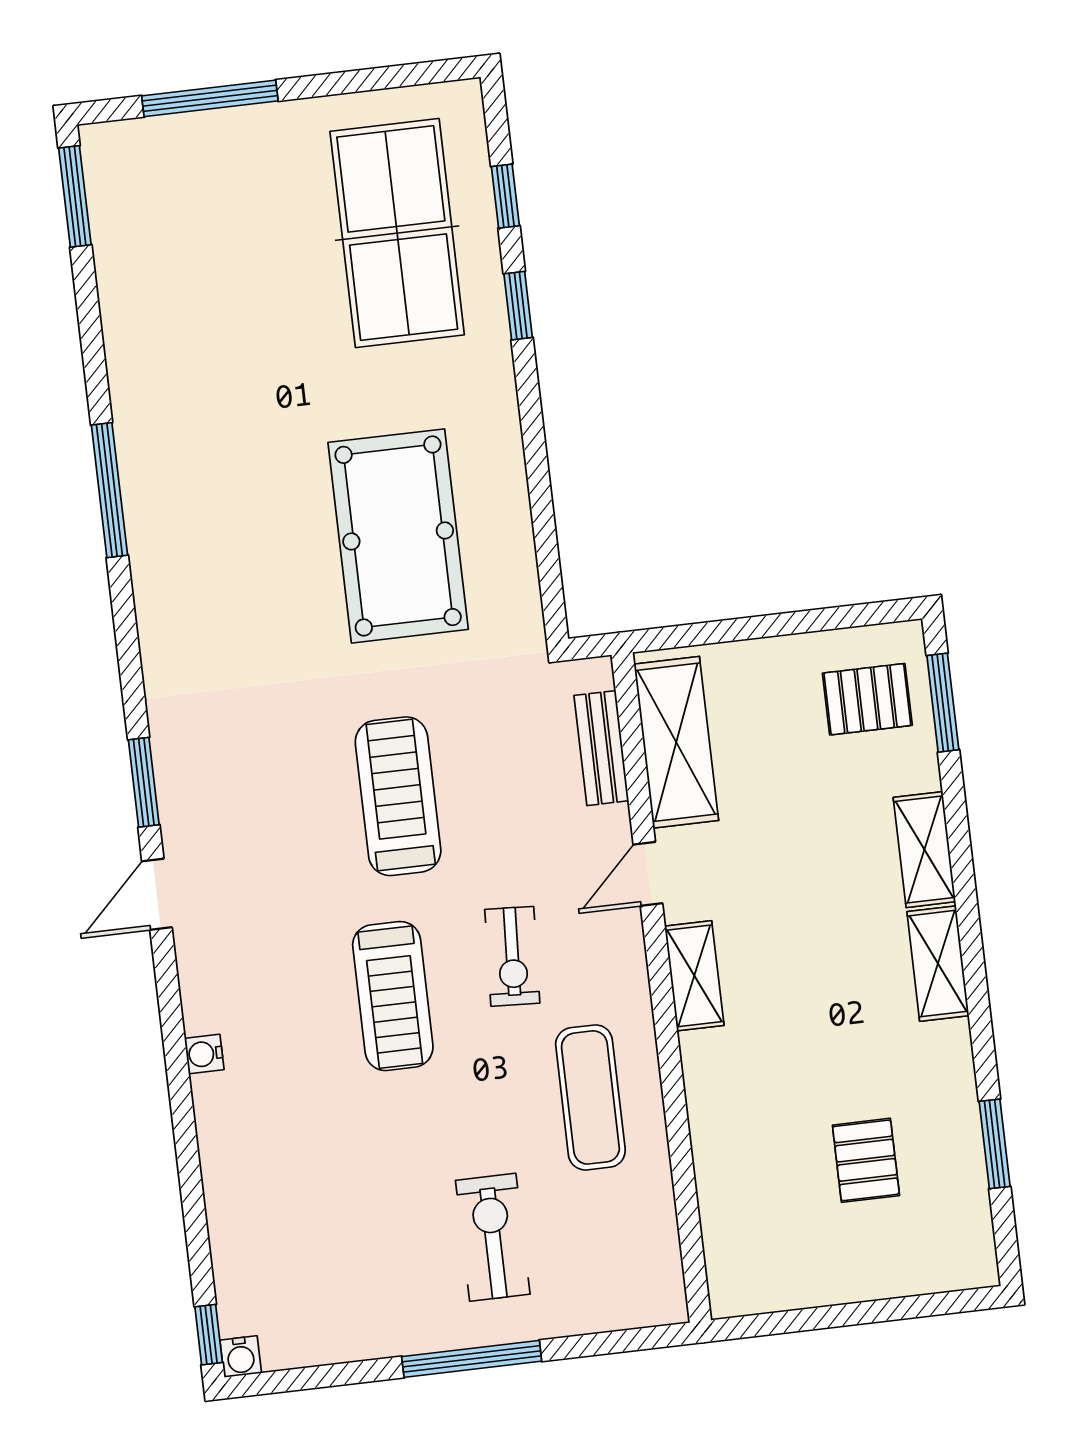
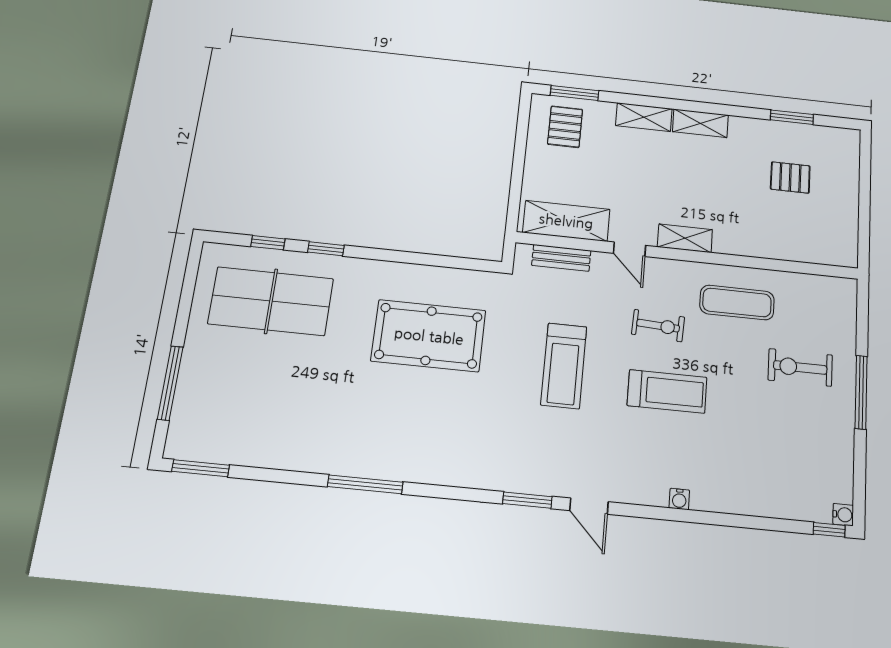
treadmill: (398, 796) -> (564, 366), turned -90

